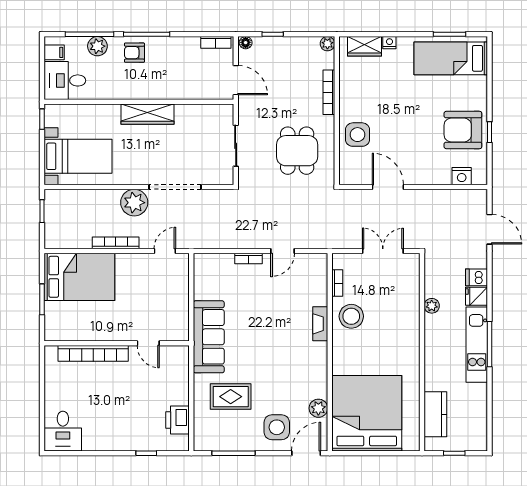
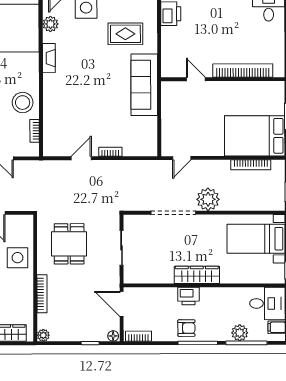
armchair: (134, 53) -> (186, 328), moved
printer: (157, 89) -> (189, 296), added
bookcase: (116, 243) -> (251, 165), moved
fireplace: (320, 324) -> (49, 58), moved

